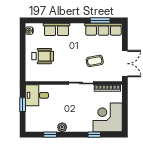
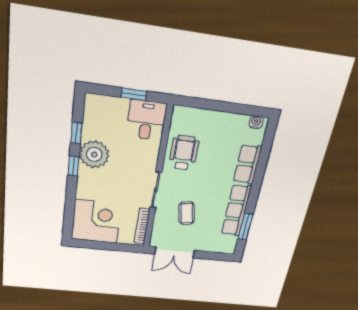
row of seats: (103, 29) -> (236, 211), moved
wheelchair: (43, 56) -> (184, 153), moved, turned 180
plant: (62, 127) -> (94, 154), width x1.87, depth x1.87
window: (94, 135) -> (73, 166), moved

